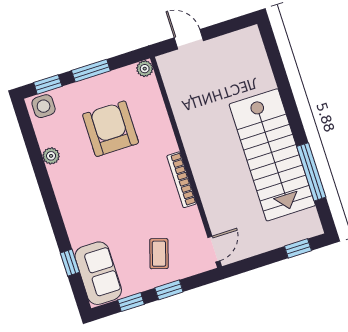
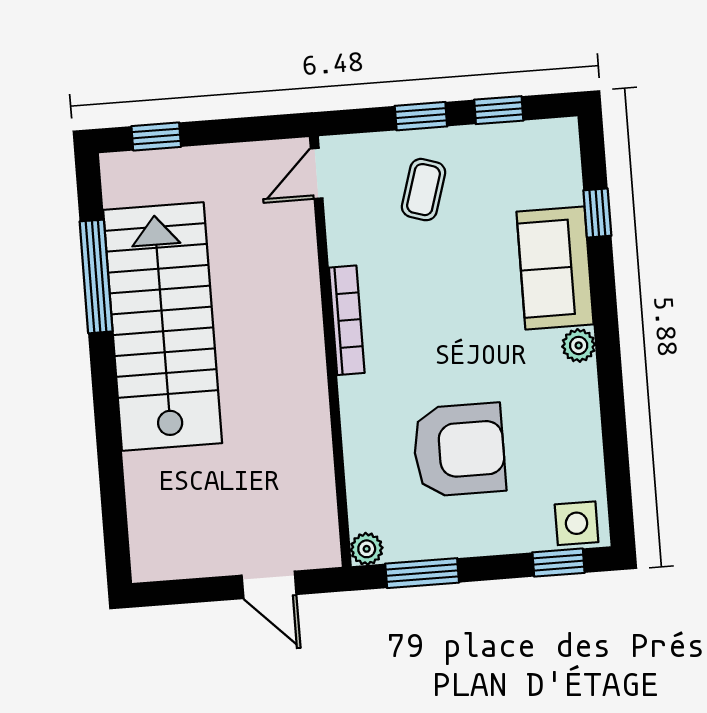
window: (91, 71) -> (422, 573), moved
armchair: (111, 129) -> (459, 450), turned -90
plant: (51, 156) -> (579, 345), moved
sofa: (98, 273) -> (555, 268), moved

